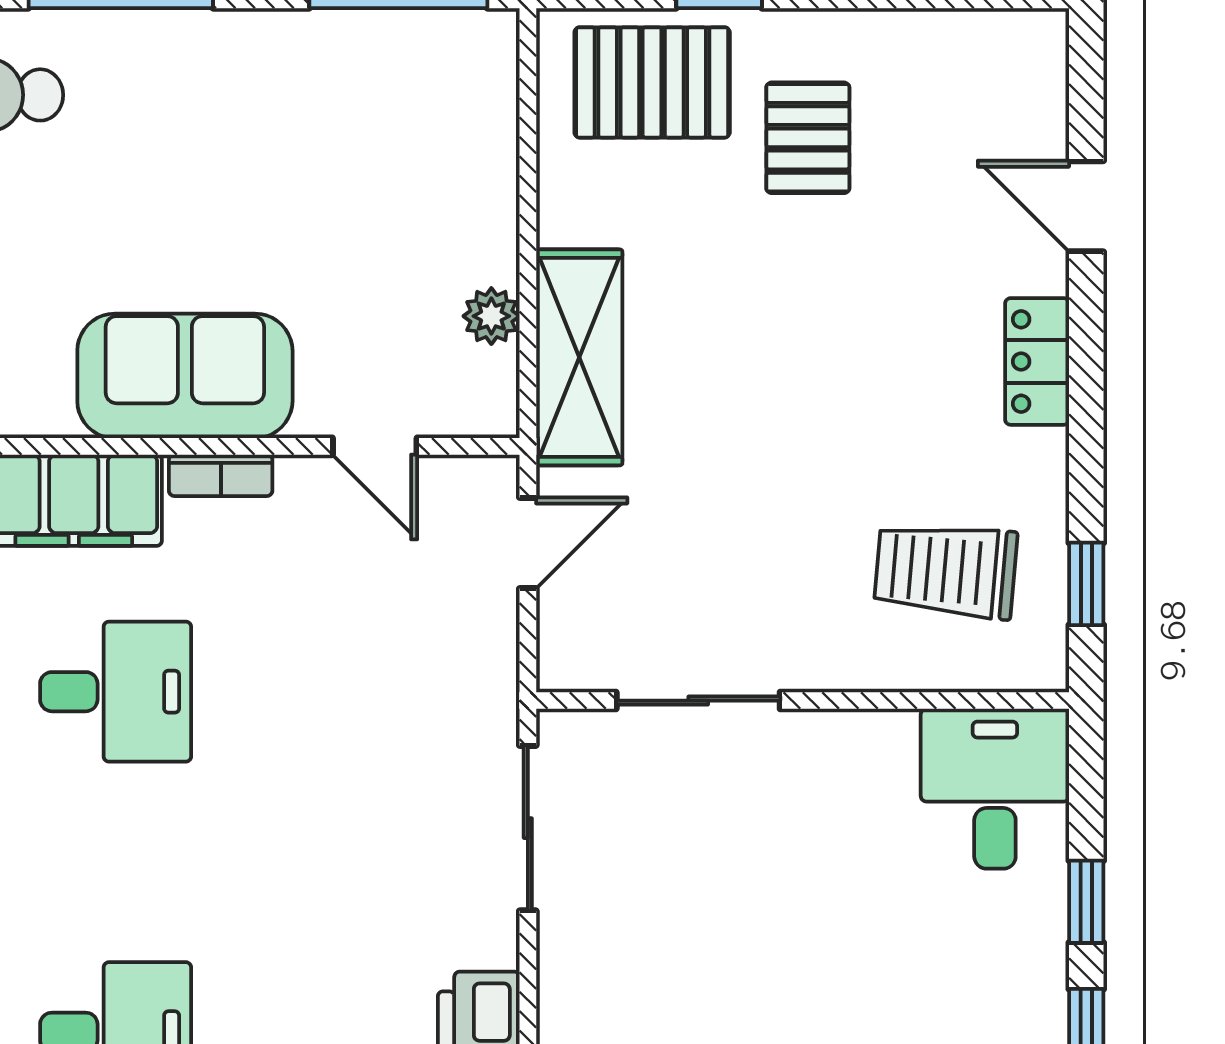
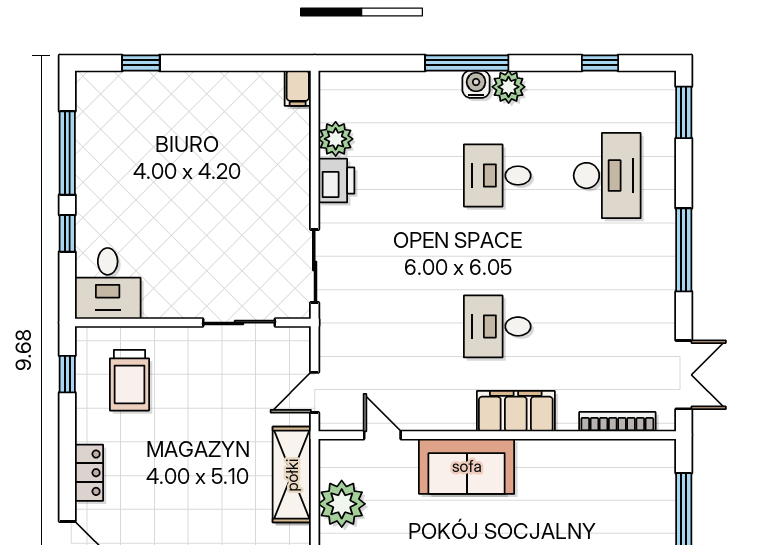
plant: (491, 316) -> (342, 504), width x1.88, depth x1.88
bookcase: (221, 475) -> (451, 422), removed
trolley: (946, 570) -> (129, 380), turned 85

